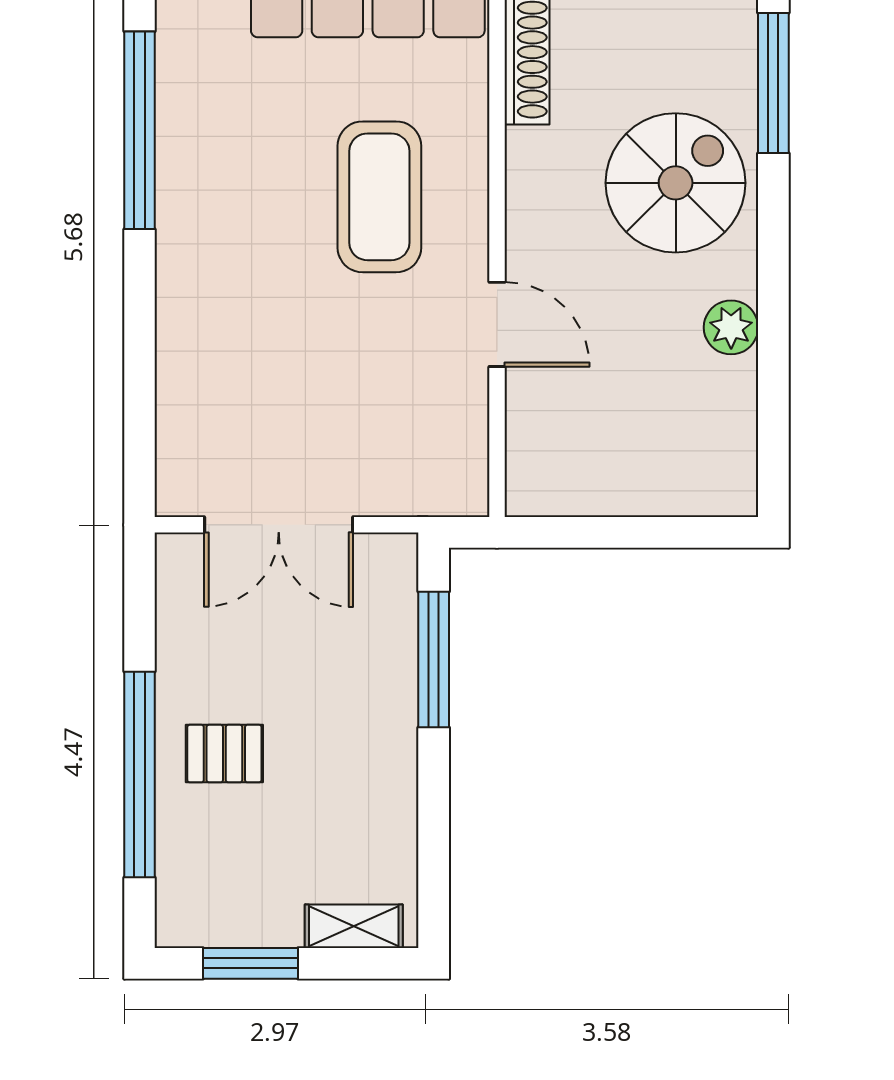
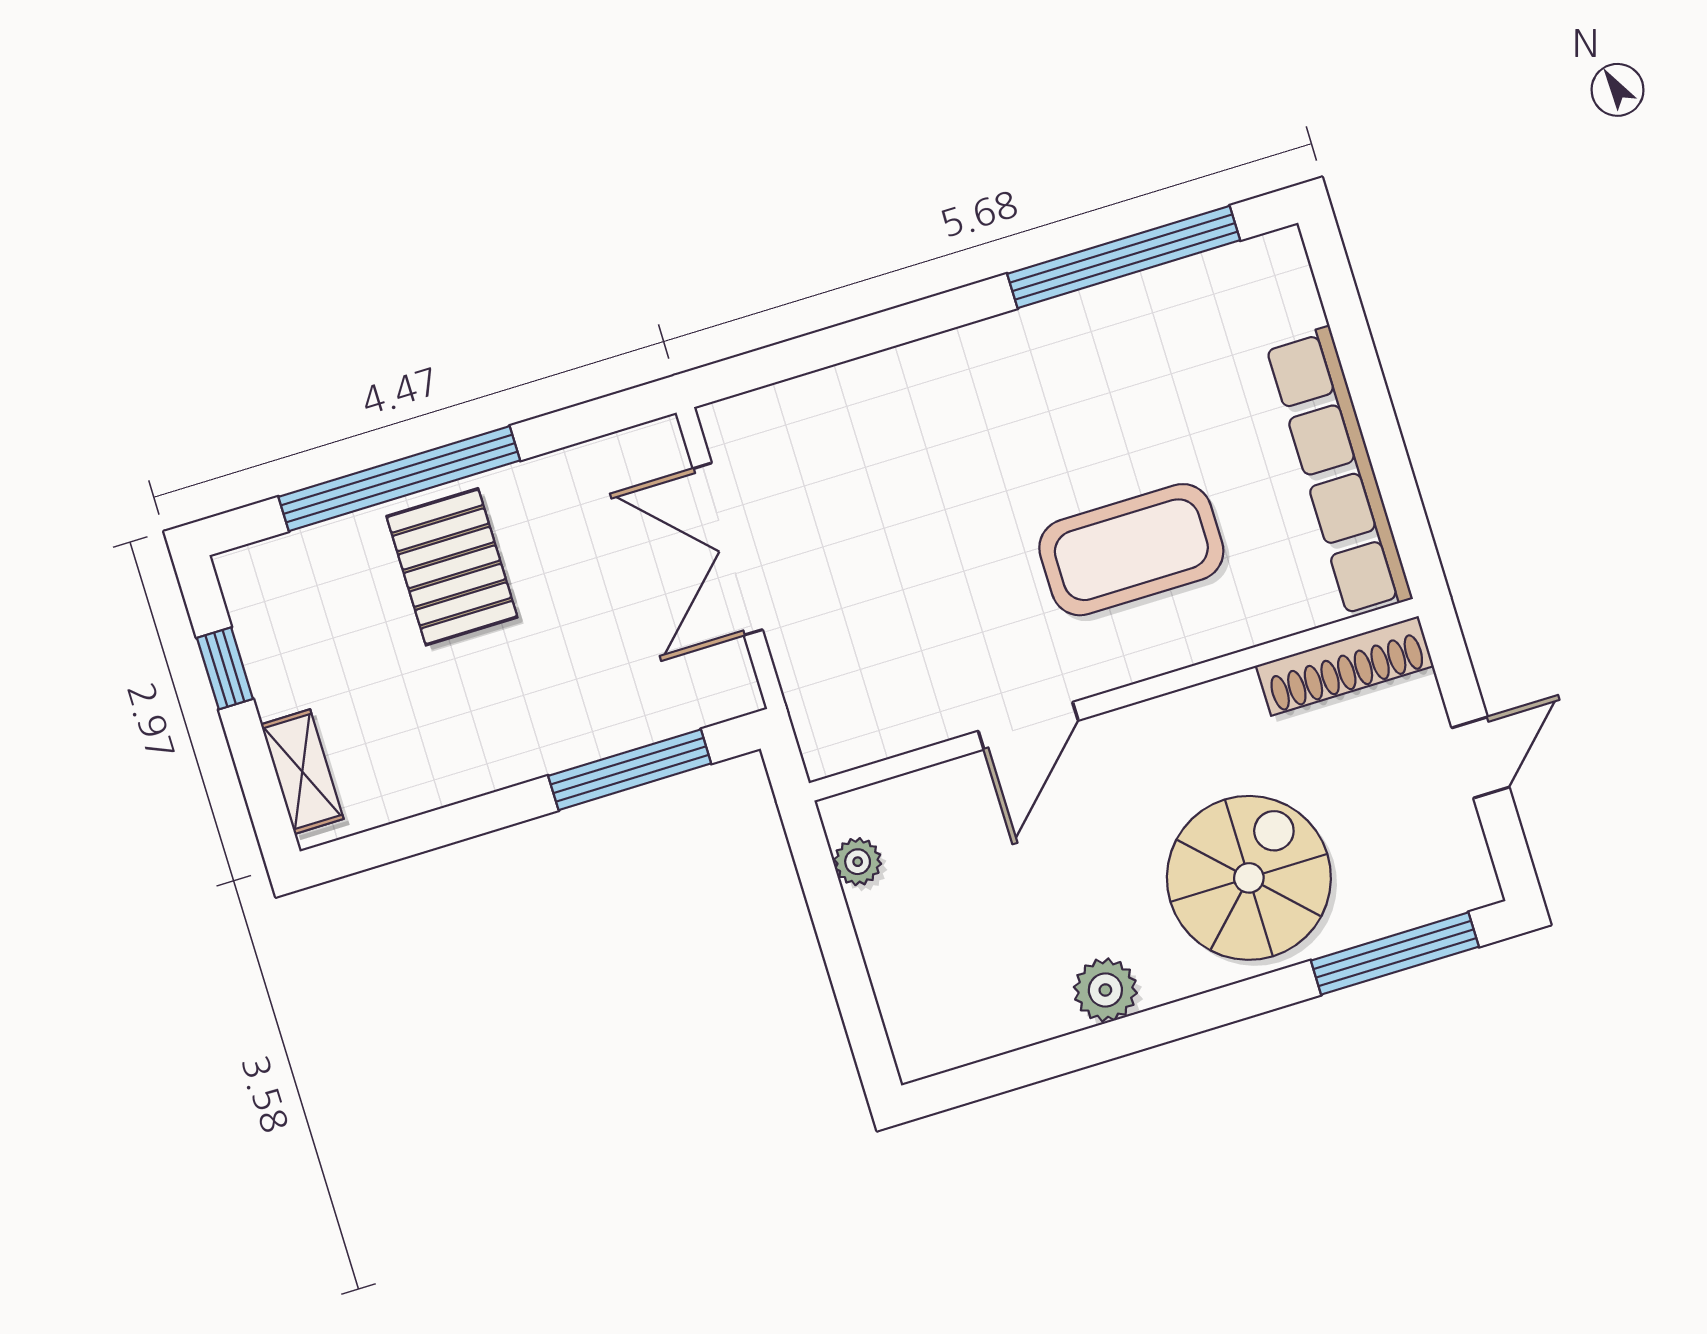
spiral stairs: (676, 183) -> (1249, 878), turned -90
plant: (565, 497) -> (858, 862), added
pallet: (224, 754) -> (452, 567), width x1.50, depth x1.42
window: (251, 963) -> (225, 668), width x0.67

